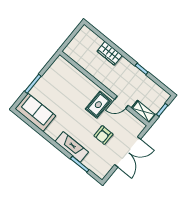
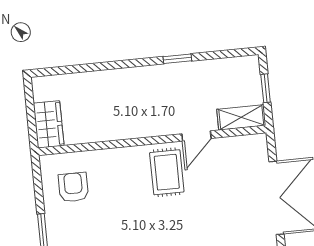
wardrobe: (110, 53) -> (49, 124), moved, turned -90
armchair: (103, 135) -> (73, 187), moved, turned 180

